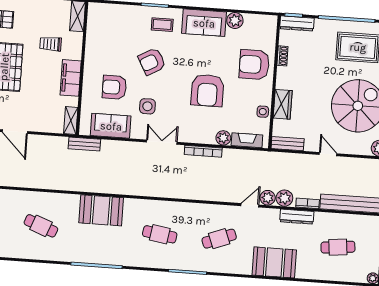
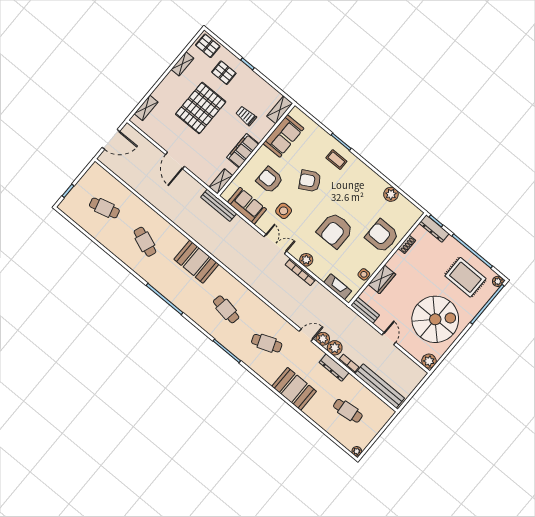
sofa: (204, 23) -> (283, 136), moved, turned -90
plant: (223, 138) -> (306, 260), moved
bench: (84, 144) -> (219, 205), width x1.36

